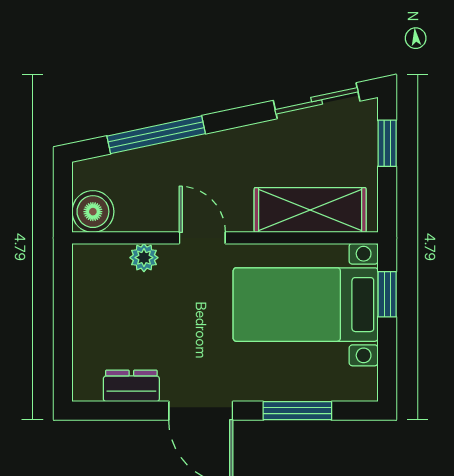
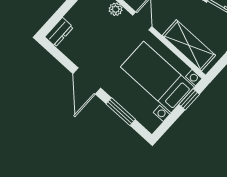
dresser: (131, 386) -> (59, 32), moved, turned 90

